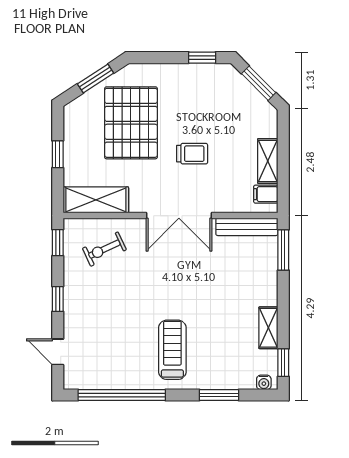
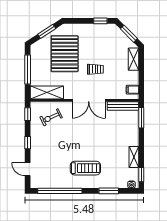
window: (58, 154) -> (28, 70), width x2.17
shelving: (268, 161) -> (133, 59), moved
treadmill: (172, 350) -> (85, 168), turned 90

